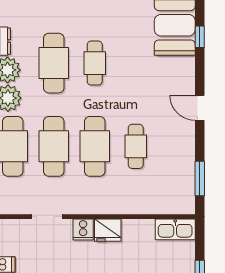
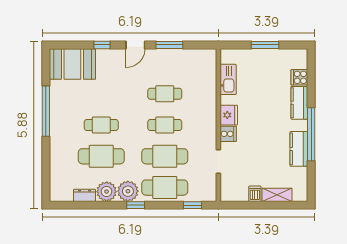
window: (200, 37) -> (102, 45), moved
cafe table: (95, 146) -> (165, 125), width x0.73, depth x0.74
window: (200, 178) -> (169, 45), moved
kitchen sink: (175, 229) -> (228, 79), moved

